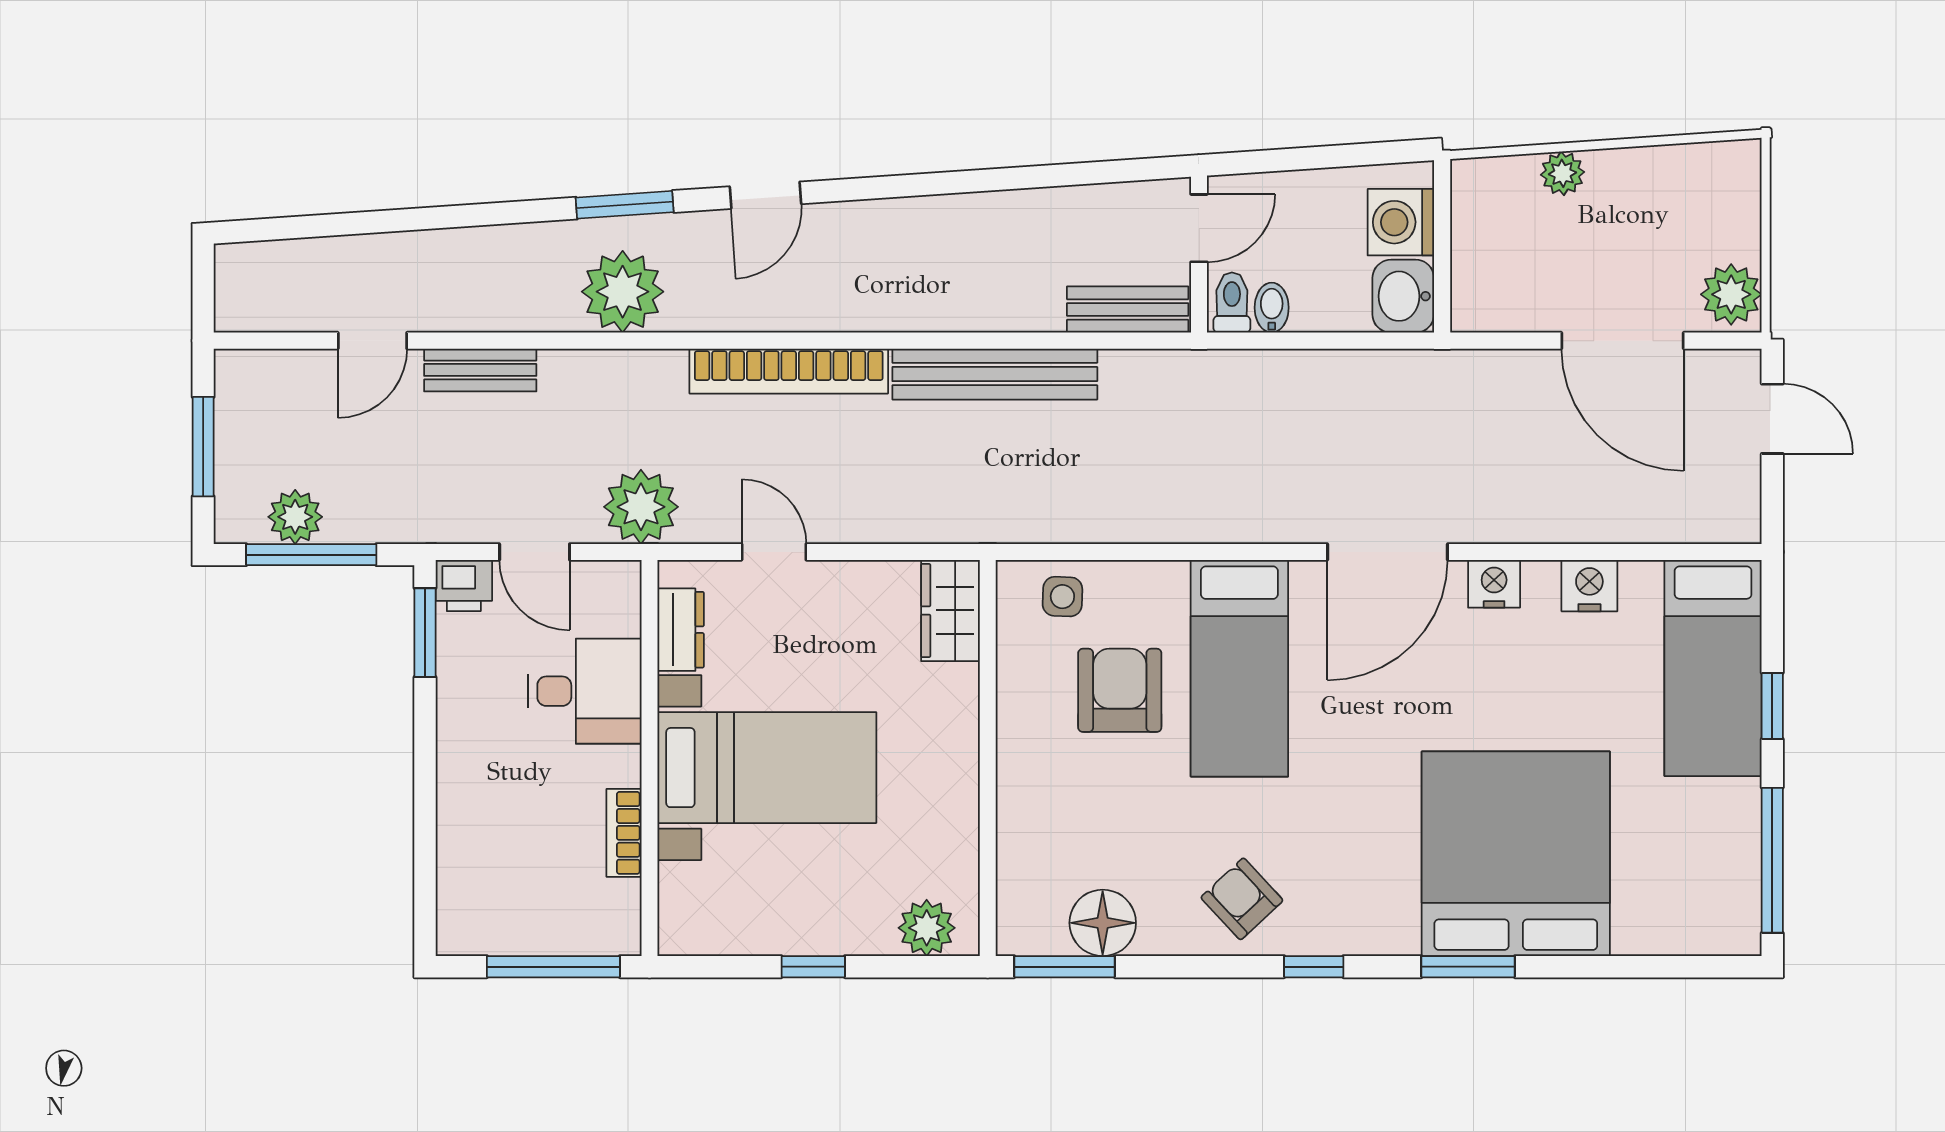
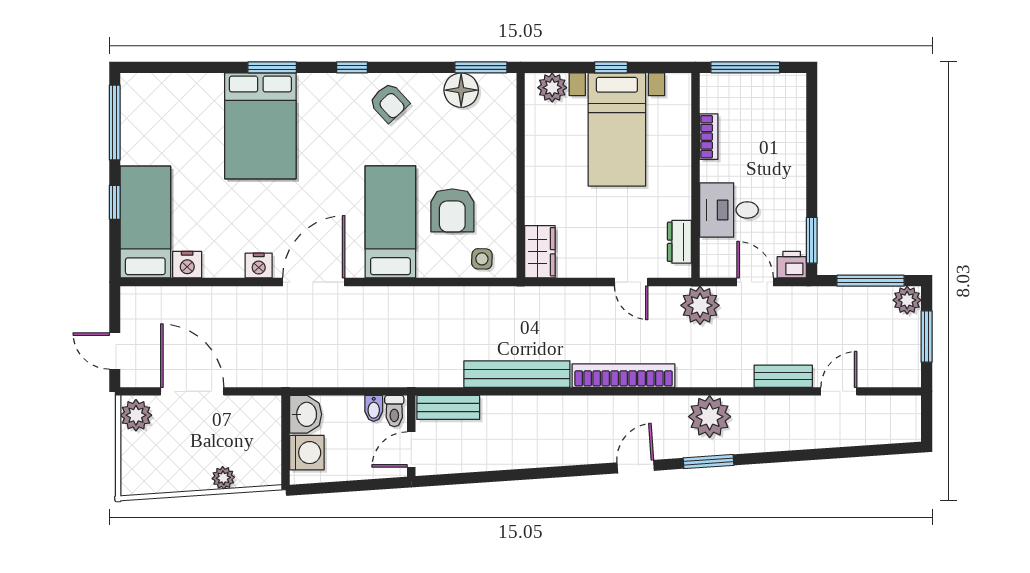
plant: (295, 517) -> (907, 300), moved
nightstand: (1589, 586) -> (187, 265), moved
bed with nightstands: (767, 768) -> (617, 130), moved, turned -90
bed: (1516, 854) -> (260, 126), width x0.73

